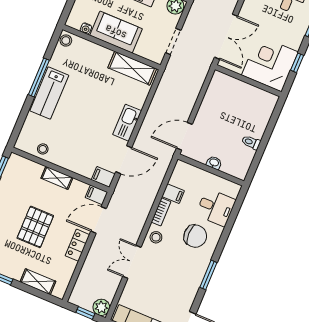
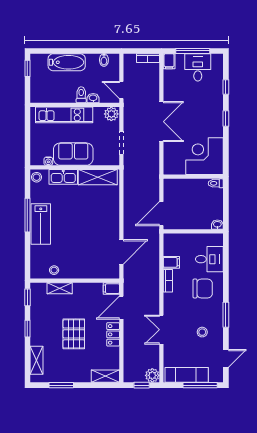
corner desk: (270, 64) -> (205, 156), moved
wall: (248, 81) -> (193, 177), moved
kitchen sink: (127, 123) -> (63, 177), moved, turned -90
toilet: (251, 142) -> (216, 183), moved
washbasin: (214, 163) -> (217, 225), moved
filing cabinet: (103, 177) -> (111, 272), removed
shelving: (57, 178) -> (60, 288), moved
stool: (156, 237) -> (202, 332), moved
shelving: (38, 282) -> (105, 376), moved

